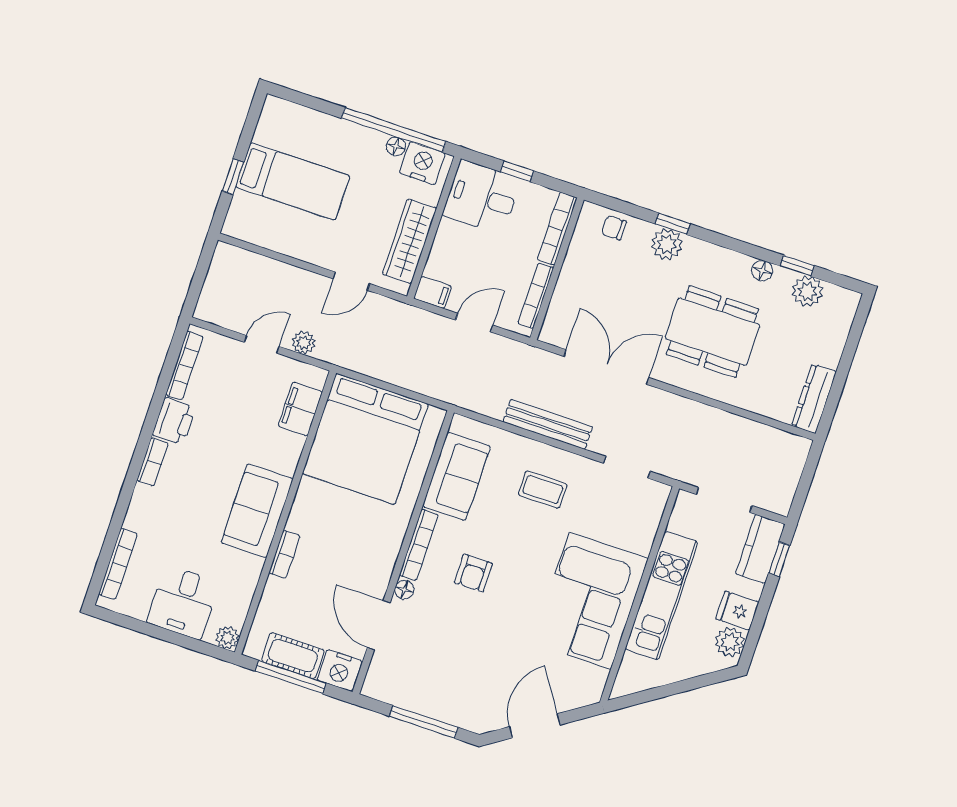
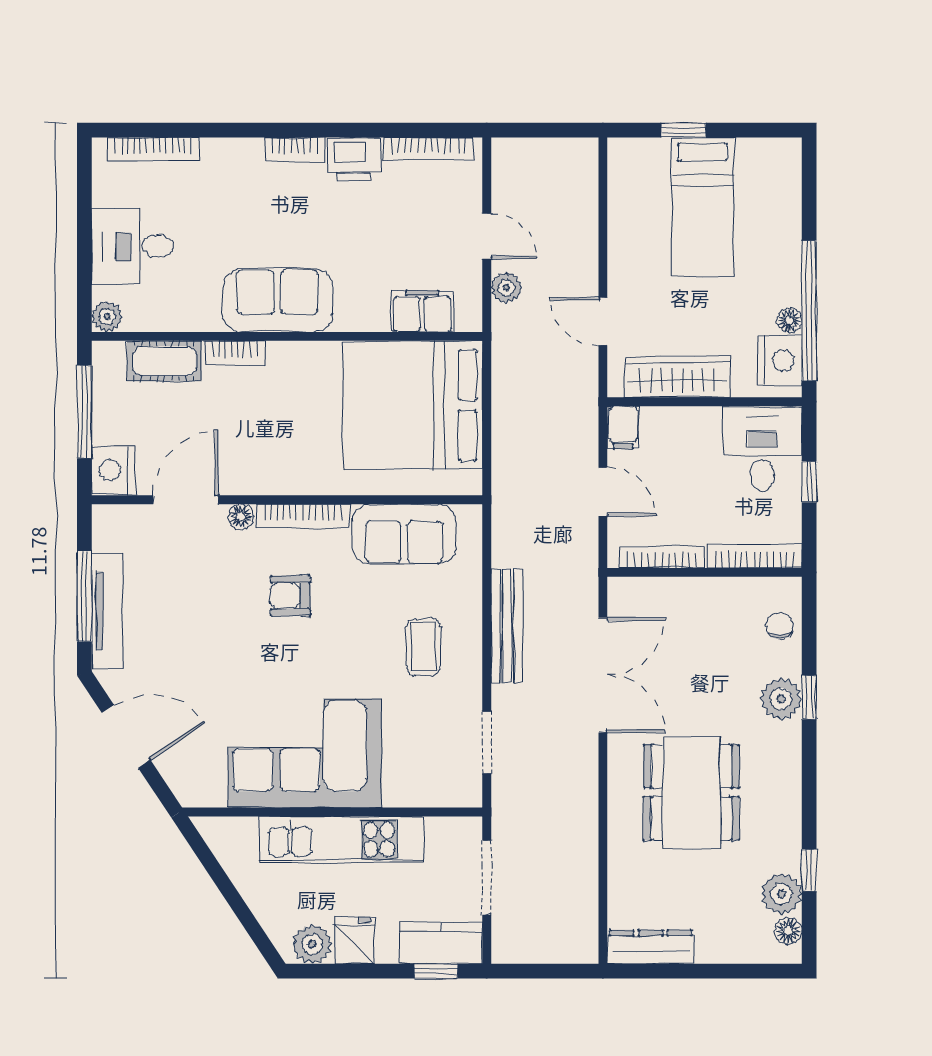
floor lamp: (762, 271) -> (788, 931), moved
cot: (293, 656) -> (164, 361), moved, turned 90
tv unit: (440, 709) -> (107, 611), added

